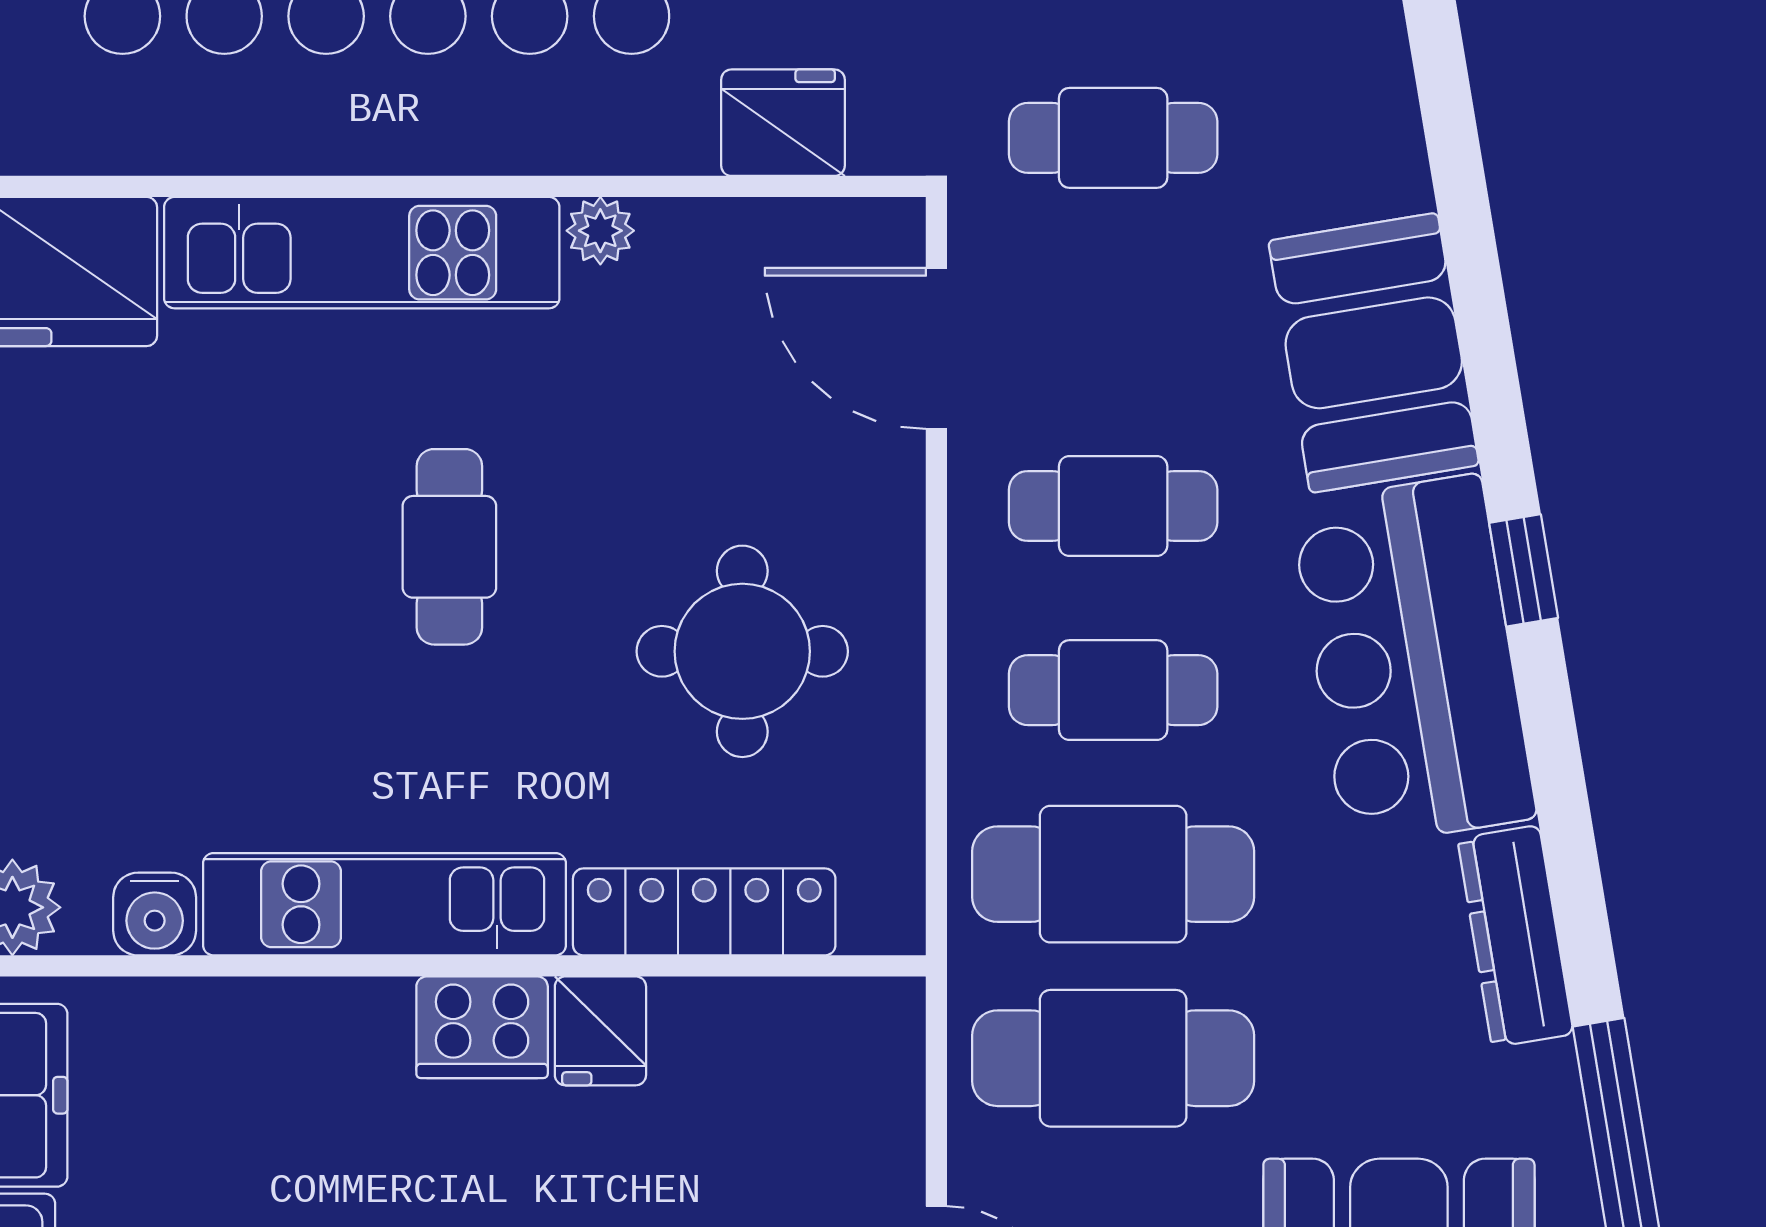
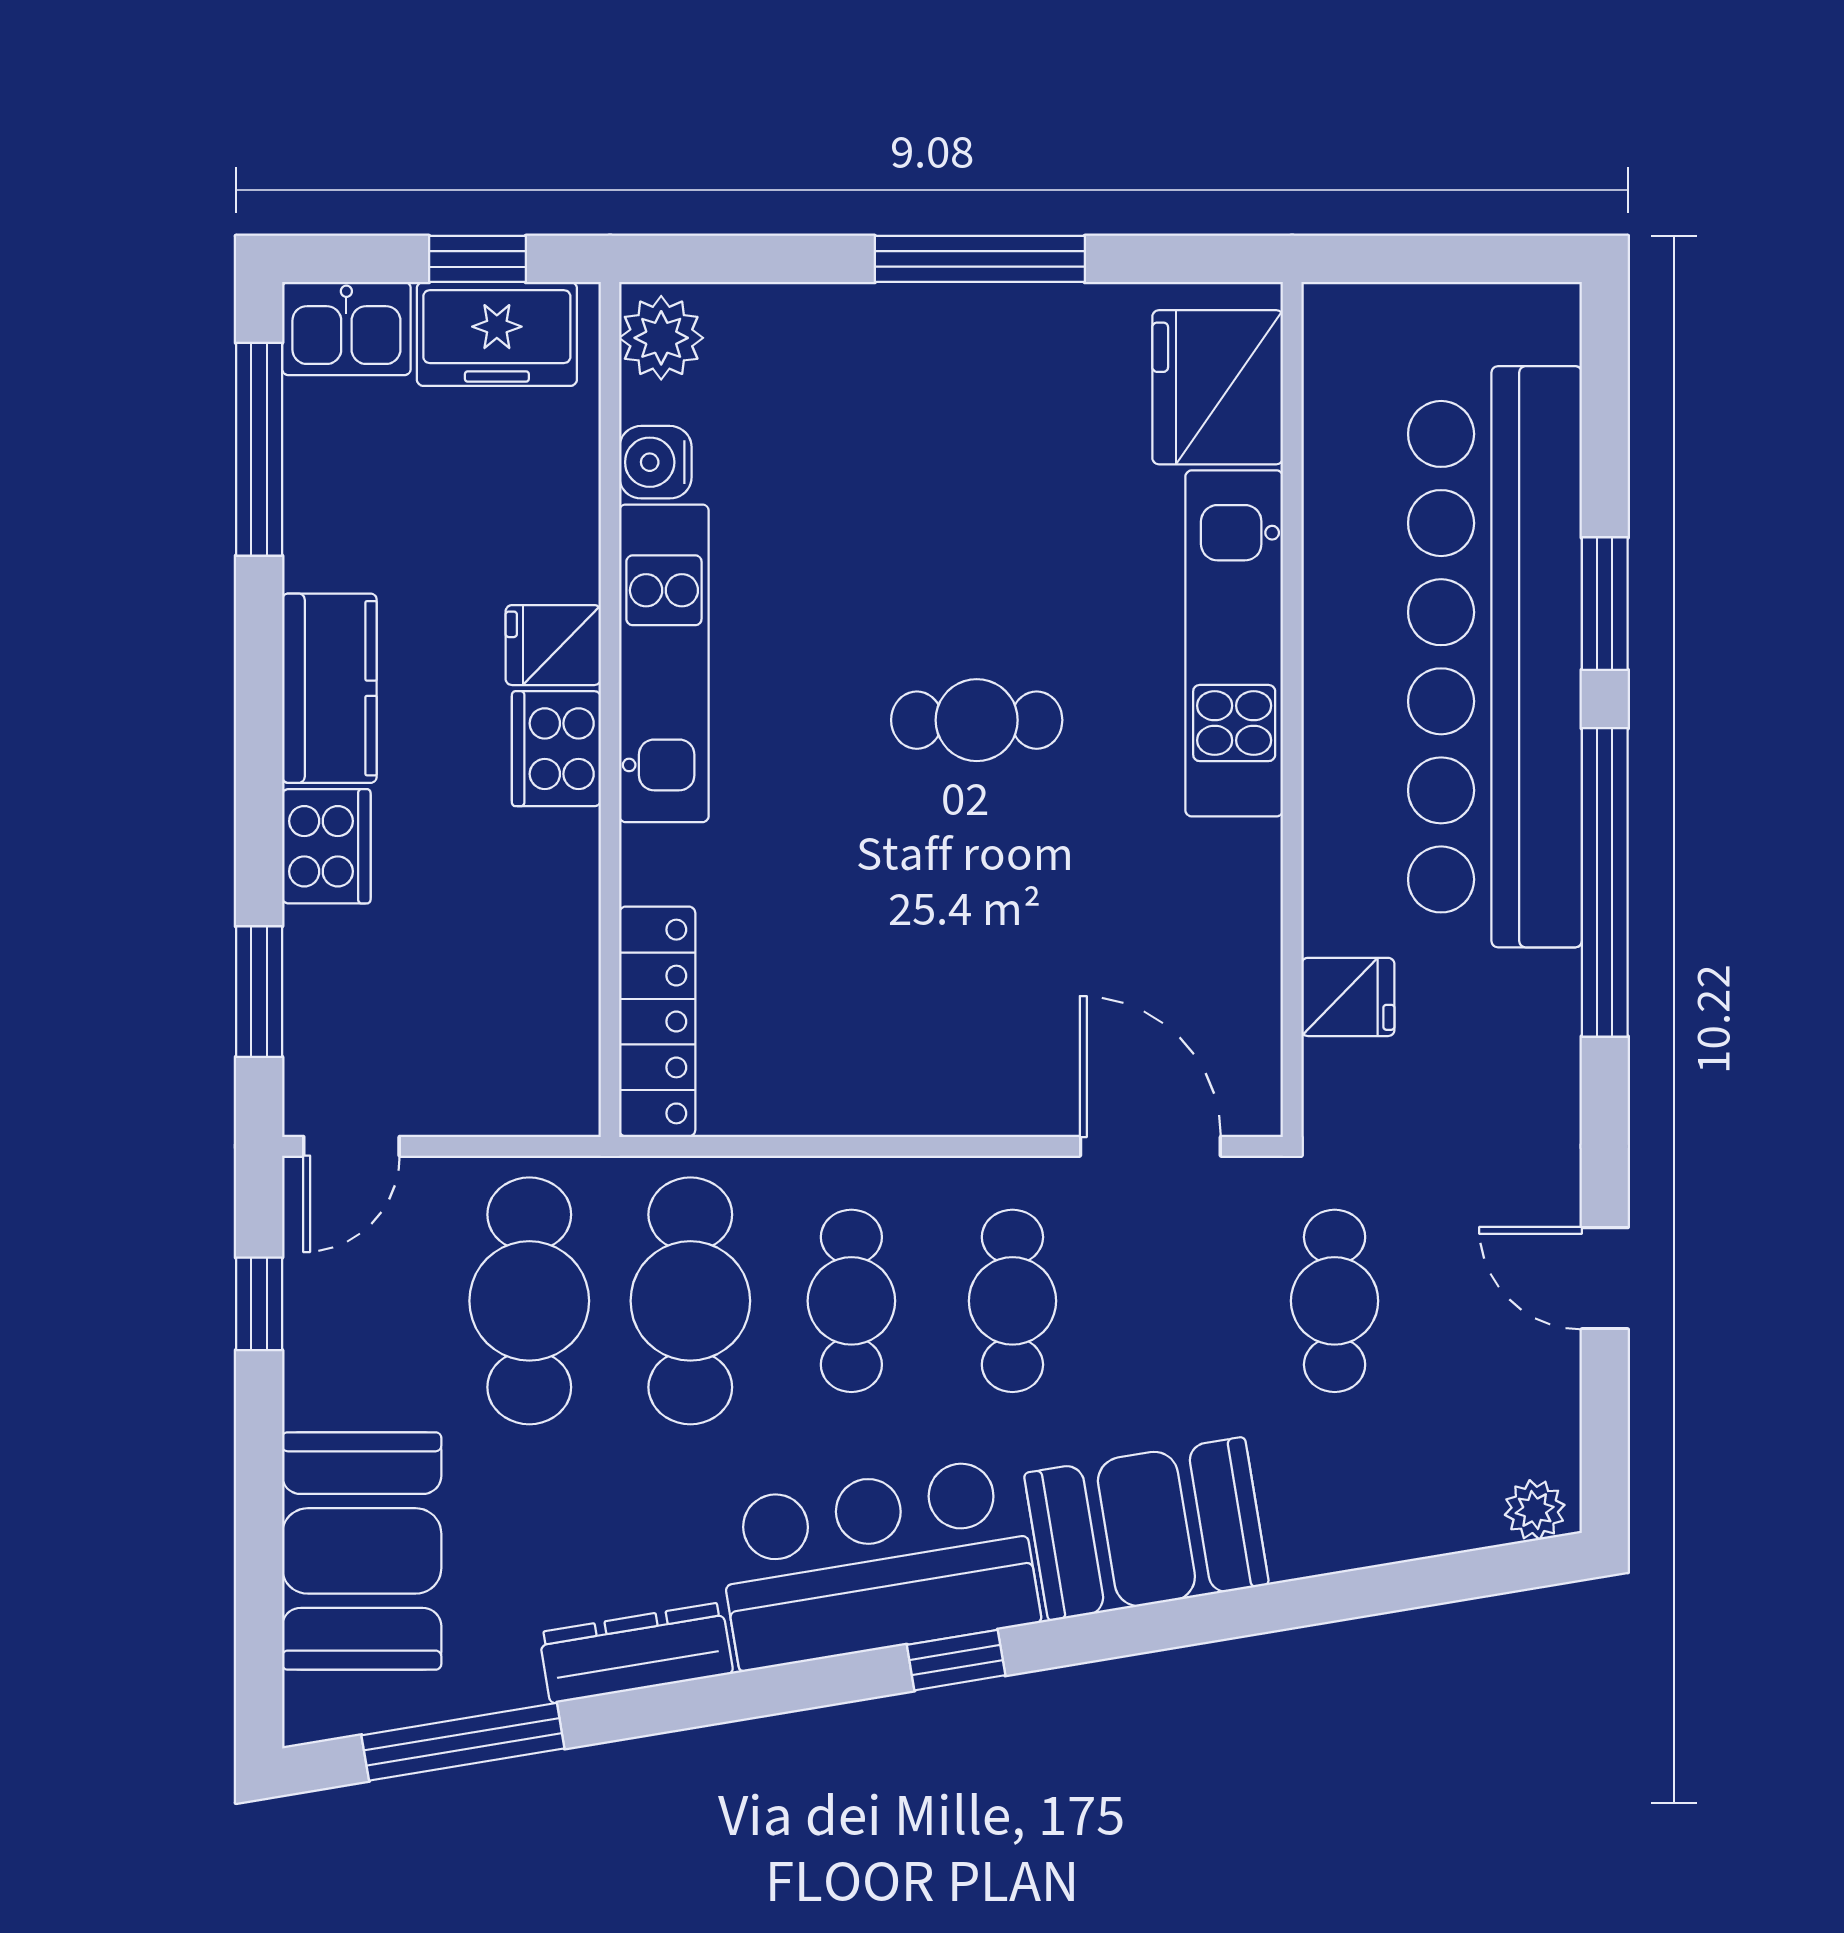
fridge: (783, 123) -> (1348, 997), width x0.72
plant: (600, 231) -> (1253, 852), removed
door: (936, 348) -> (1150, 1146), hinge flipped
round table: (742, 651) -> (885, 976), removed
locker: (704, 912) -> (657, 1022), moved
fridge: (600, 1031) -> (553, 645), moved

